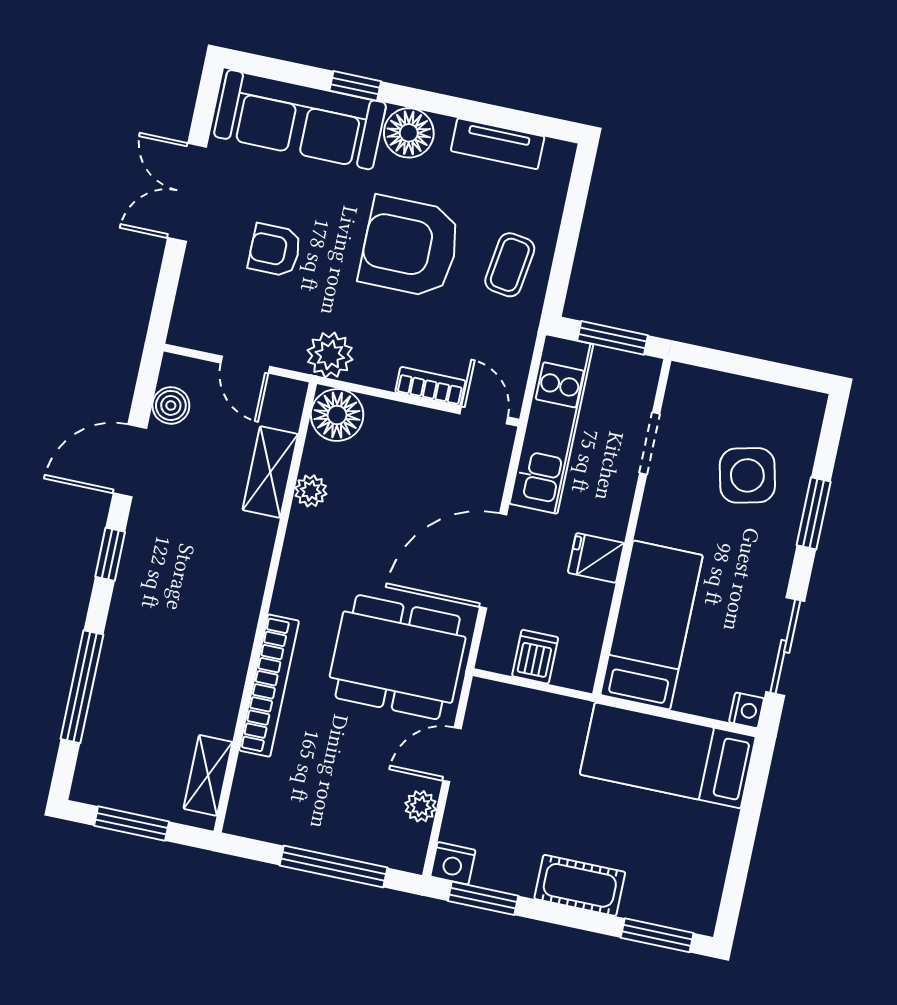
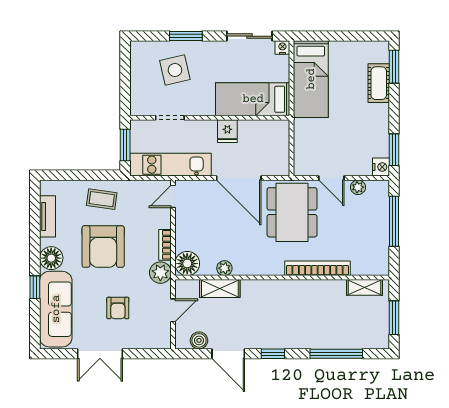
bookcase: (430, 386) -> (165, 245), moved
dishwasher: (535, 657) -> (278, 149), removed
cot: (580, 885) -> (379, 83), moved

